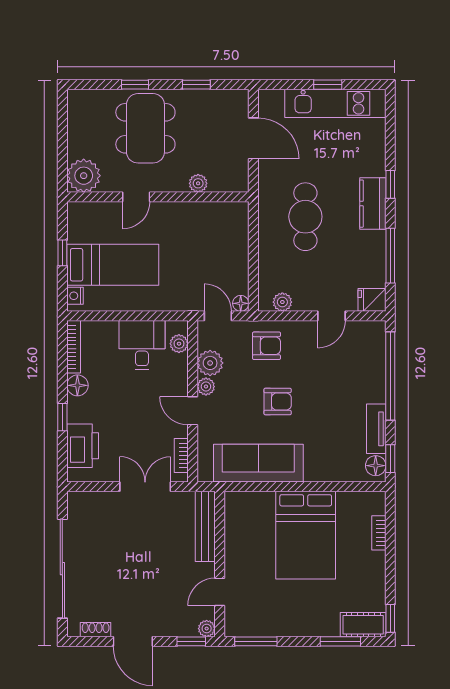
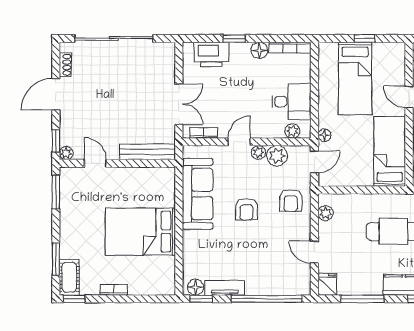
bed: (205, 221) -> (390, 151), added
nightstand: (75, 296) -> (330, 48), removed
floor lamp: (241, 303) -> (324, 135), moved
bookcase: (379, 533) -> (114, 290), moved

